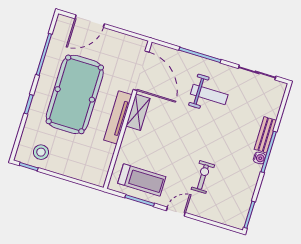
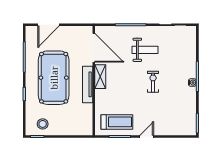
bench: (265, 135) -> (192, 66), removed
exercise bike: (203, 177) -> (153, 82), moved

